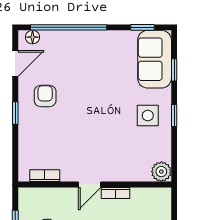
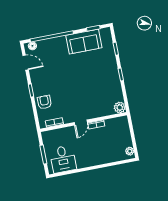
sofa: (155, 59) -> (84, 42), moved, turned -90
door: (15, 63) -> (26, 63), hinge flipped
armchair: (45, 96) -> (44, 102), moved
side table: (148, 116) -> (106, 77), removed

